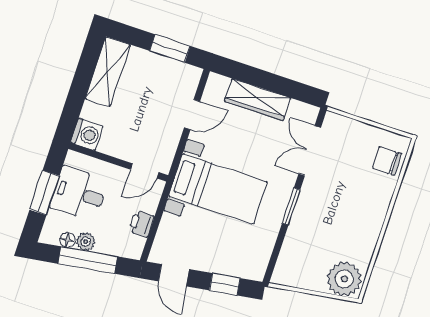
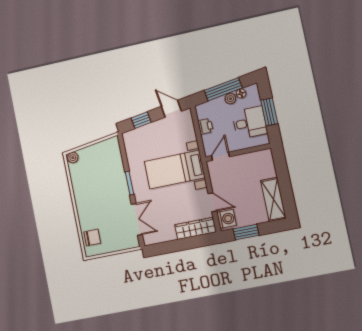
wardrobe: (258, 100) -> (195, 228), moved
door: (192, 115) -> (212, 202), swing flipped
washing machine: (87, 134) -> (227, 219), moved, turned 180
plant: (344, 279) -> (73, 158), width x0.53, depth x0.53

